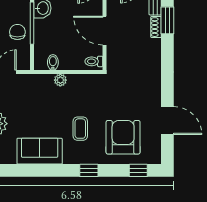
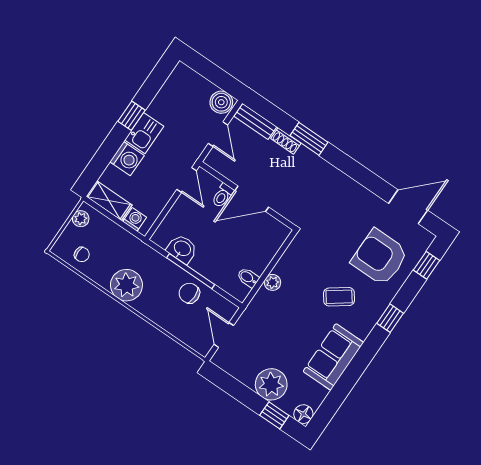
window: (167, 20) -> (309, 139), moved
toilet: (94, 61) -> (223, 196), moved
door: (167, 121) -> (408, 207), moved
coffee table: (80, 129) -> (339, 297), turned -36

